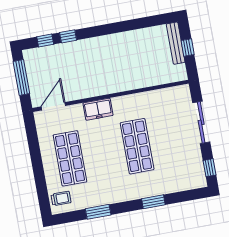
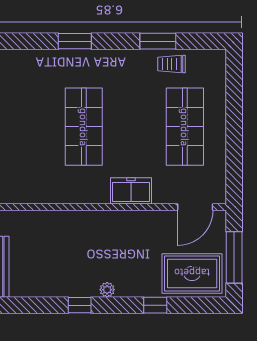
window: (45, 41) -> (80, 305), moved
plant: (102, 41) -> (107, 290), added
rug: (47, 62) -> (192, 273), added
trolley: (61, 198) -> (172, 64), moved

